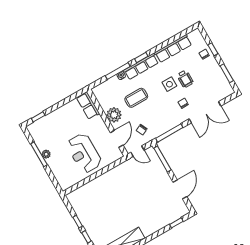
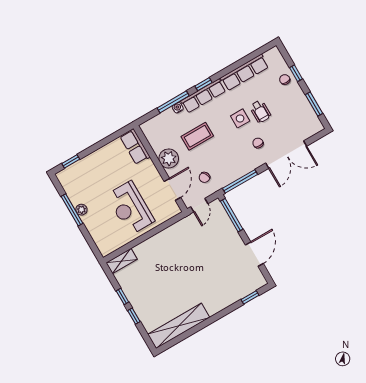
door: (137, 151) -> (199, 205), hinge flipped
shelving: (77, 194) -> (122, 261), added

